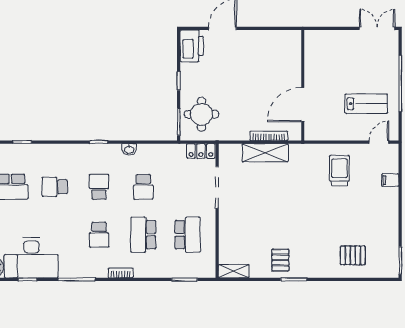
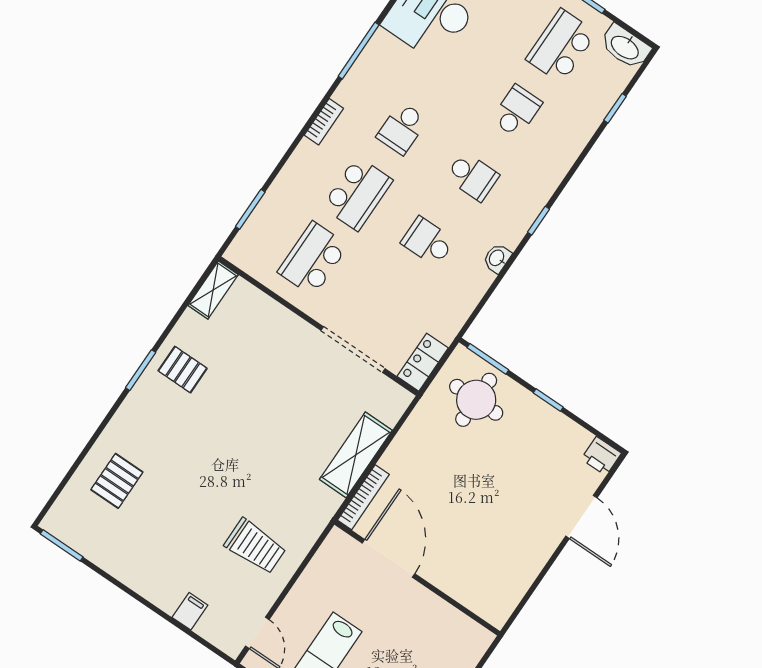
printer: (192, 46) -> (601, 456), width x0.53, depth x0.68
bookcase: (269, 136) -> (363, 497), moved
school desk: (99, 235) -> (402, 128), turned -90
school desk: (143, 235) -> (357, 194), turned 90
school desk: (188, 235) -> (313, 259), turned 90

